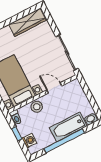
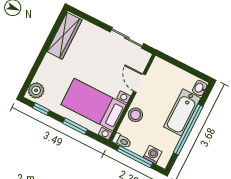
sliding door: (67, 53) -> (127, 38), width x0.73
door: (54, 88) -> (140, 83), hinge flipped
window: (17, 134) -> (135, 157), width x2.17

